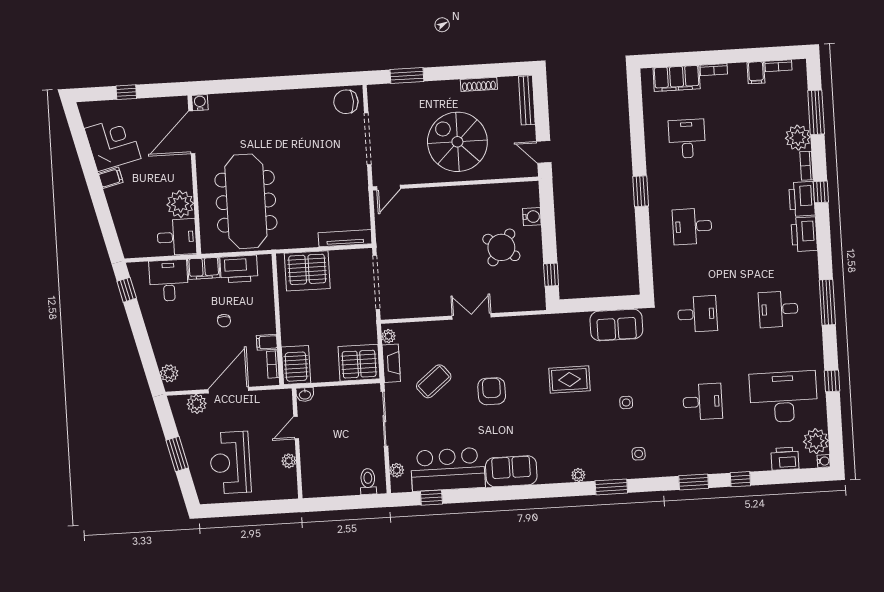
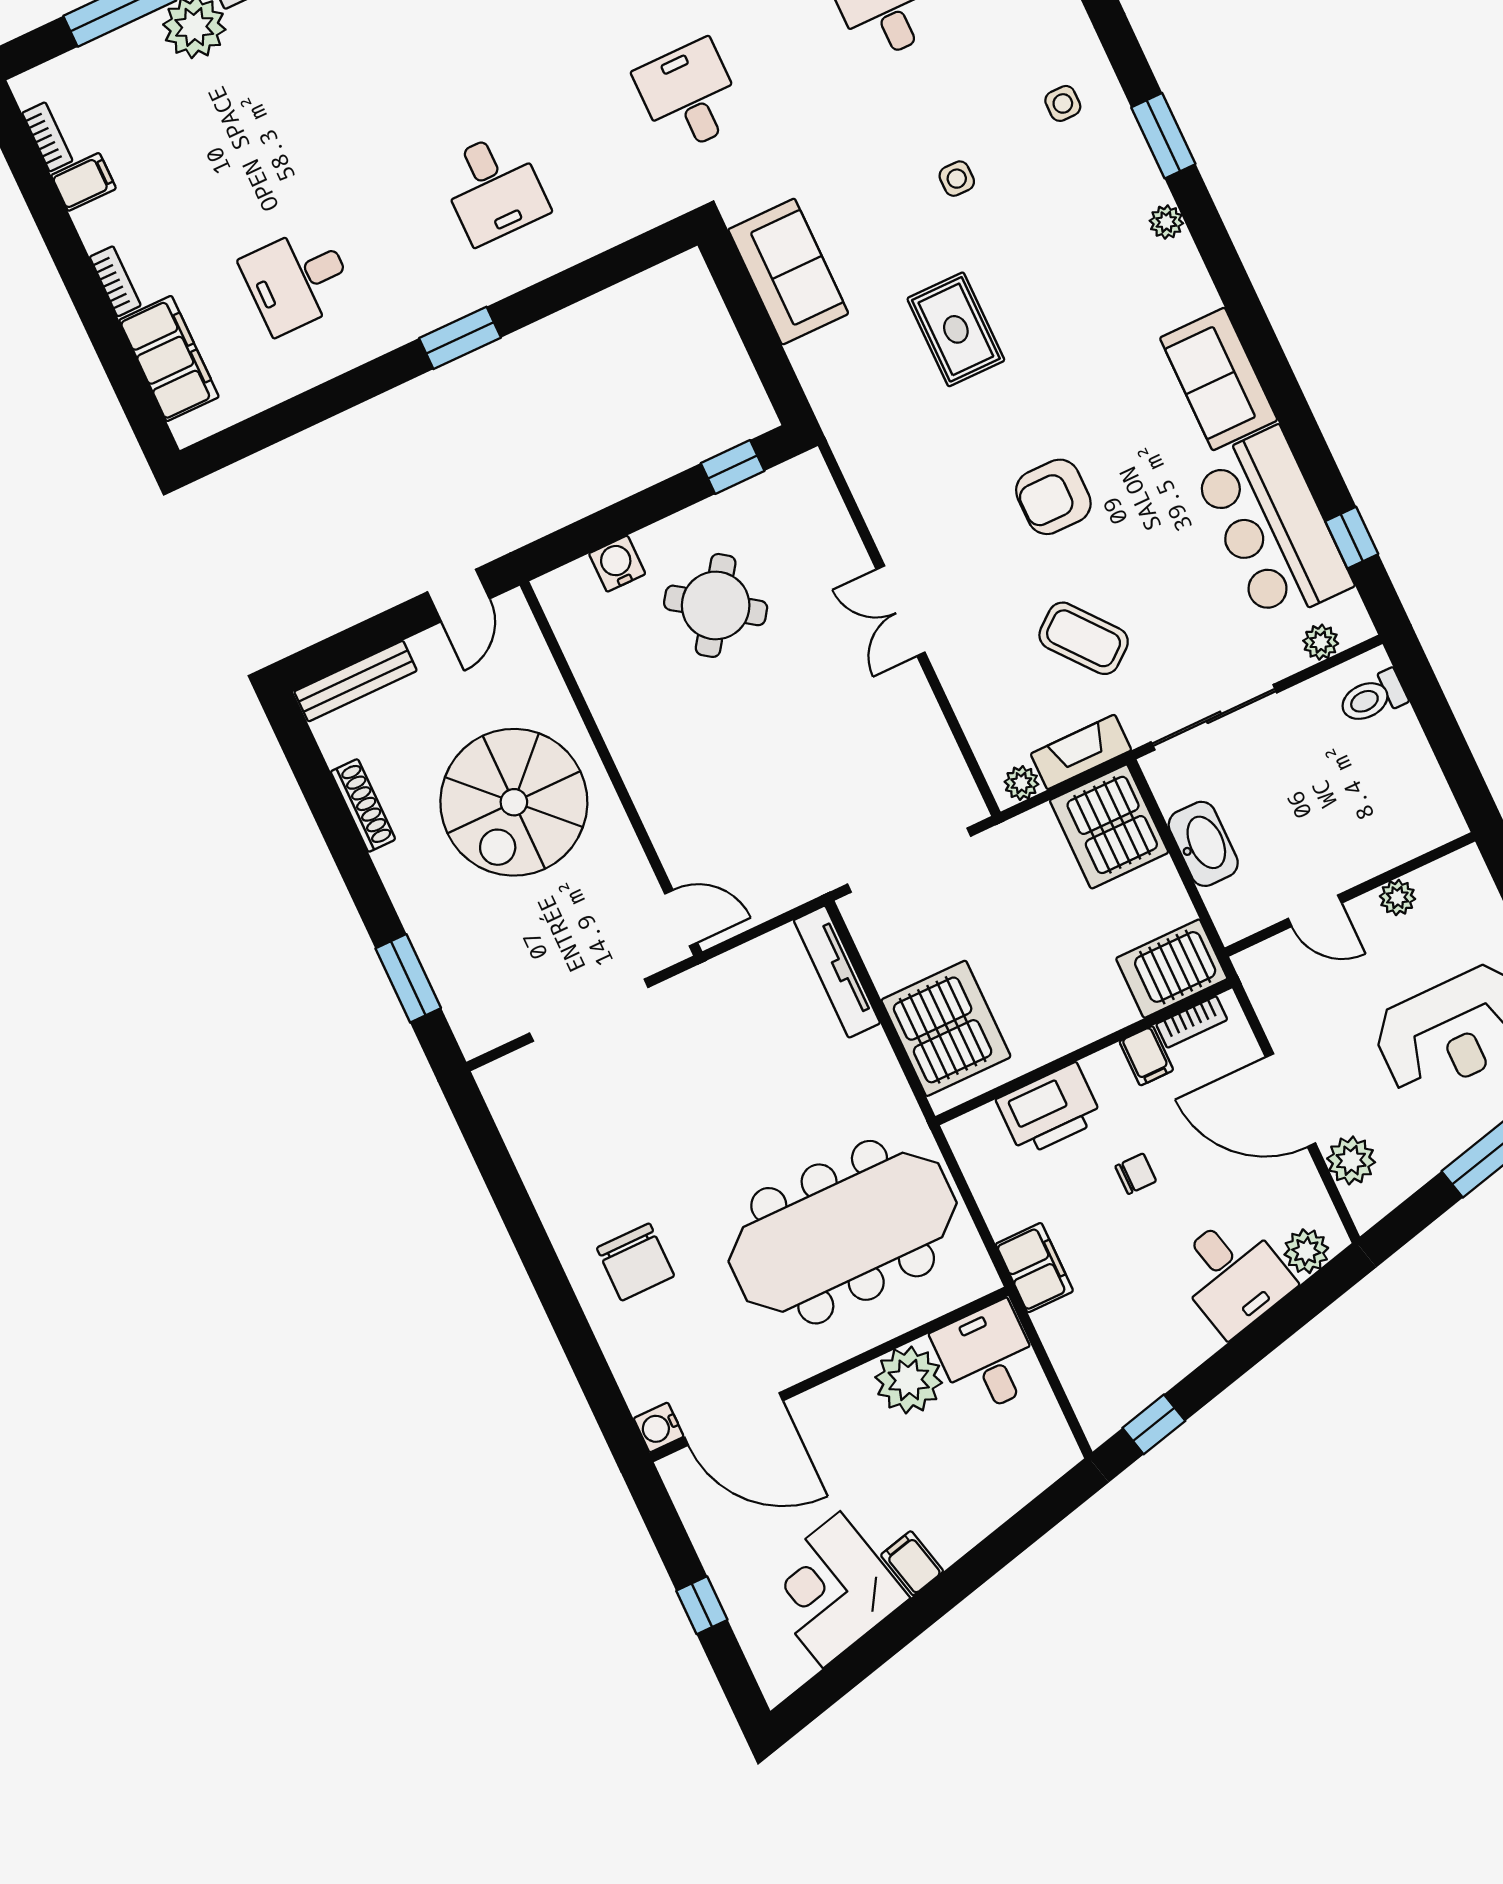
chair: (346, 102) -> (635, 1262), moved
printer: (239, 269) -> (1049, 1110), moved, turned 90
desk: (169, 280) -> (1233, 1275), moved, turned -104
washbasin: (305, 394) -> (1203, 844), moved, width x1.91, depth x1.45

